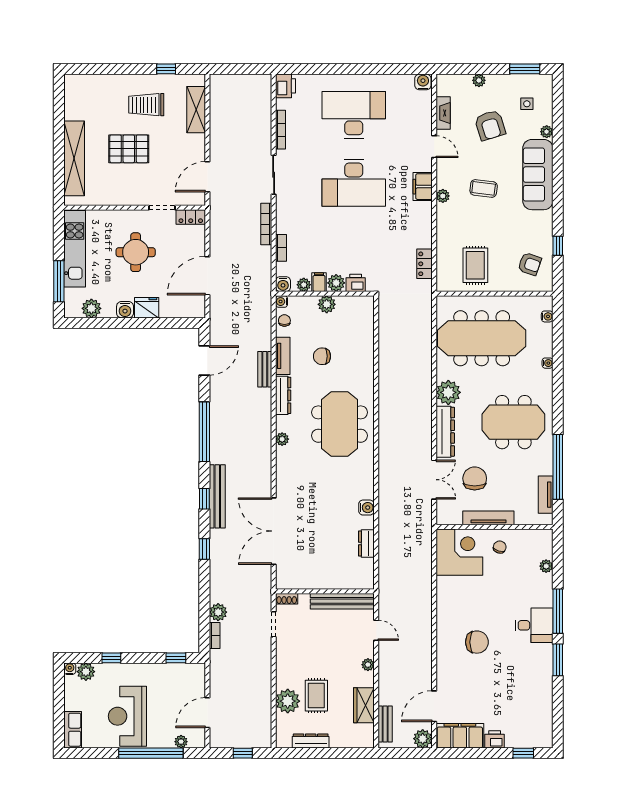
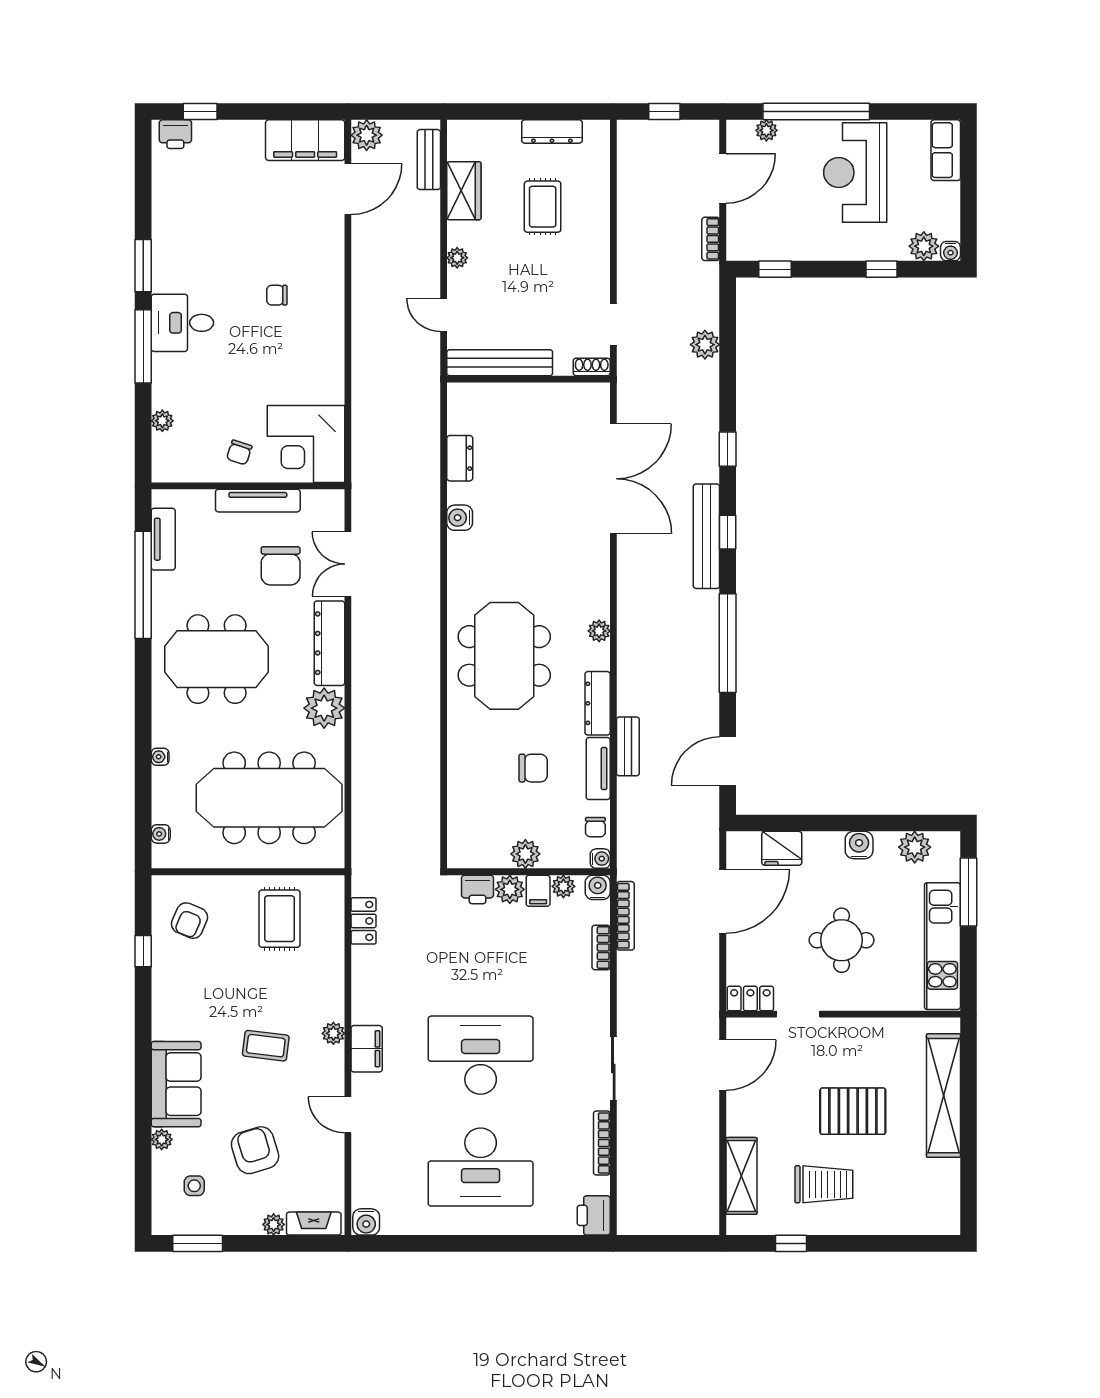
fireplace: (443, 113) -> (314, 1224), moved, turned 90
sofa: (538, 175) -> (176, 1084), width x0.73
bookcase: (266, 224) -> (625, 916), moved
armchair: (530, 264) -> (190, 921), turned -86
fridge: (147, 308) -> (782, 848), moved
bookcase: (215, 635) -> (711, 239), moved
chair: (477, 642) -> (277, 295), width x0.54, depth x0.54
plant: (288, 701) -> (590, 198), removed
reception desk: (127, 716) -> (855, 172), turned 180
printer: (495, 739) -> (175, 134), moved

